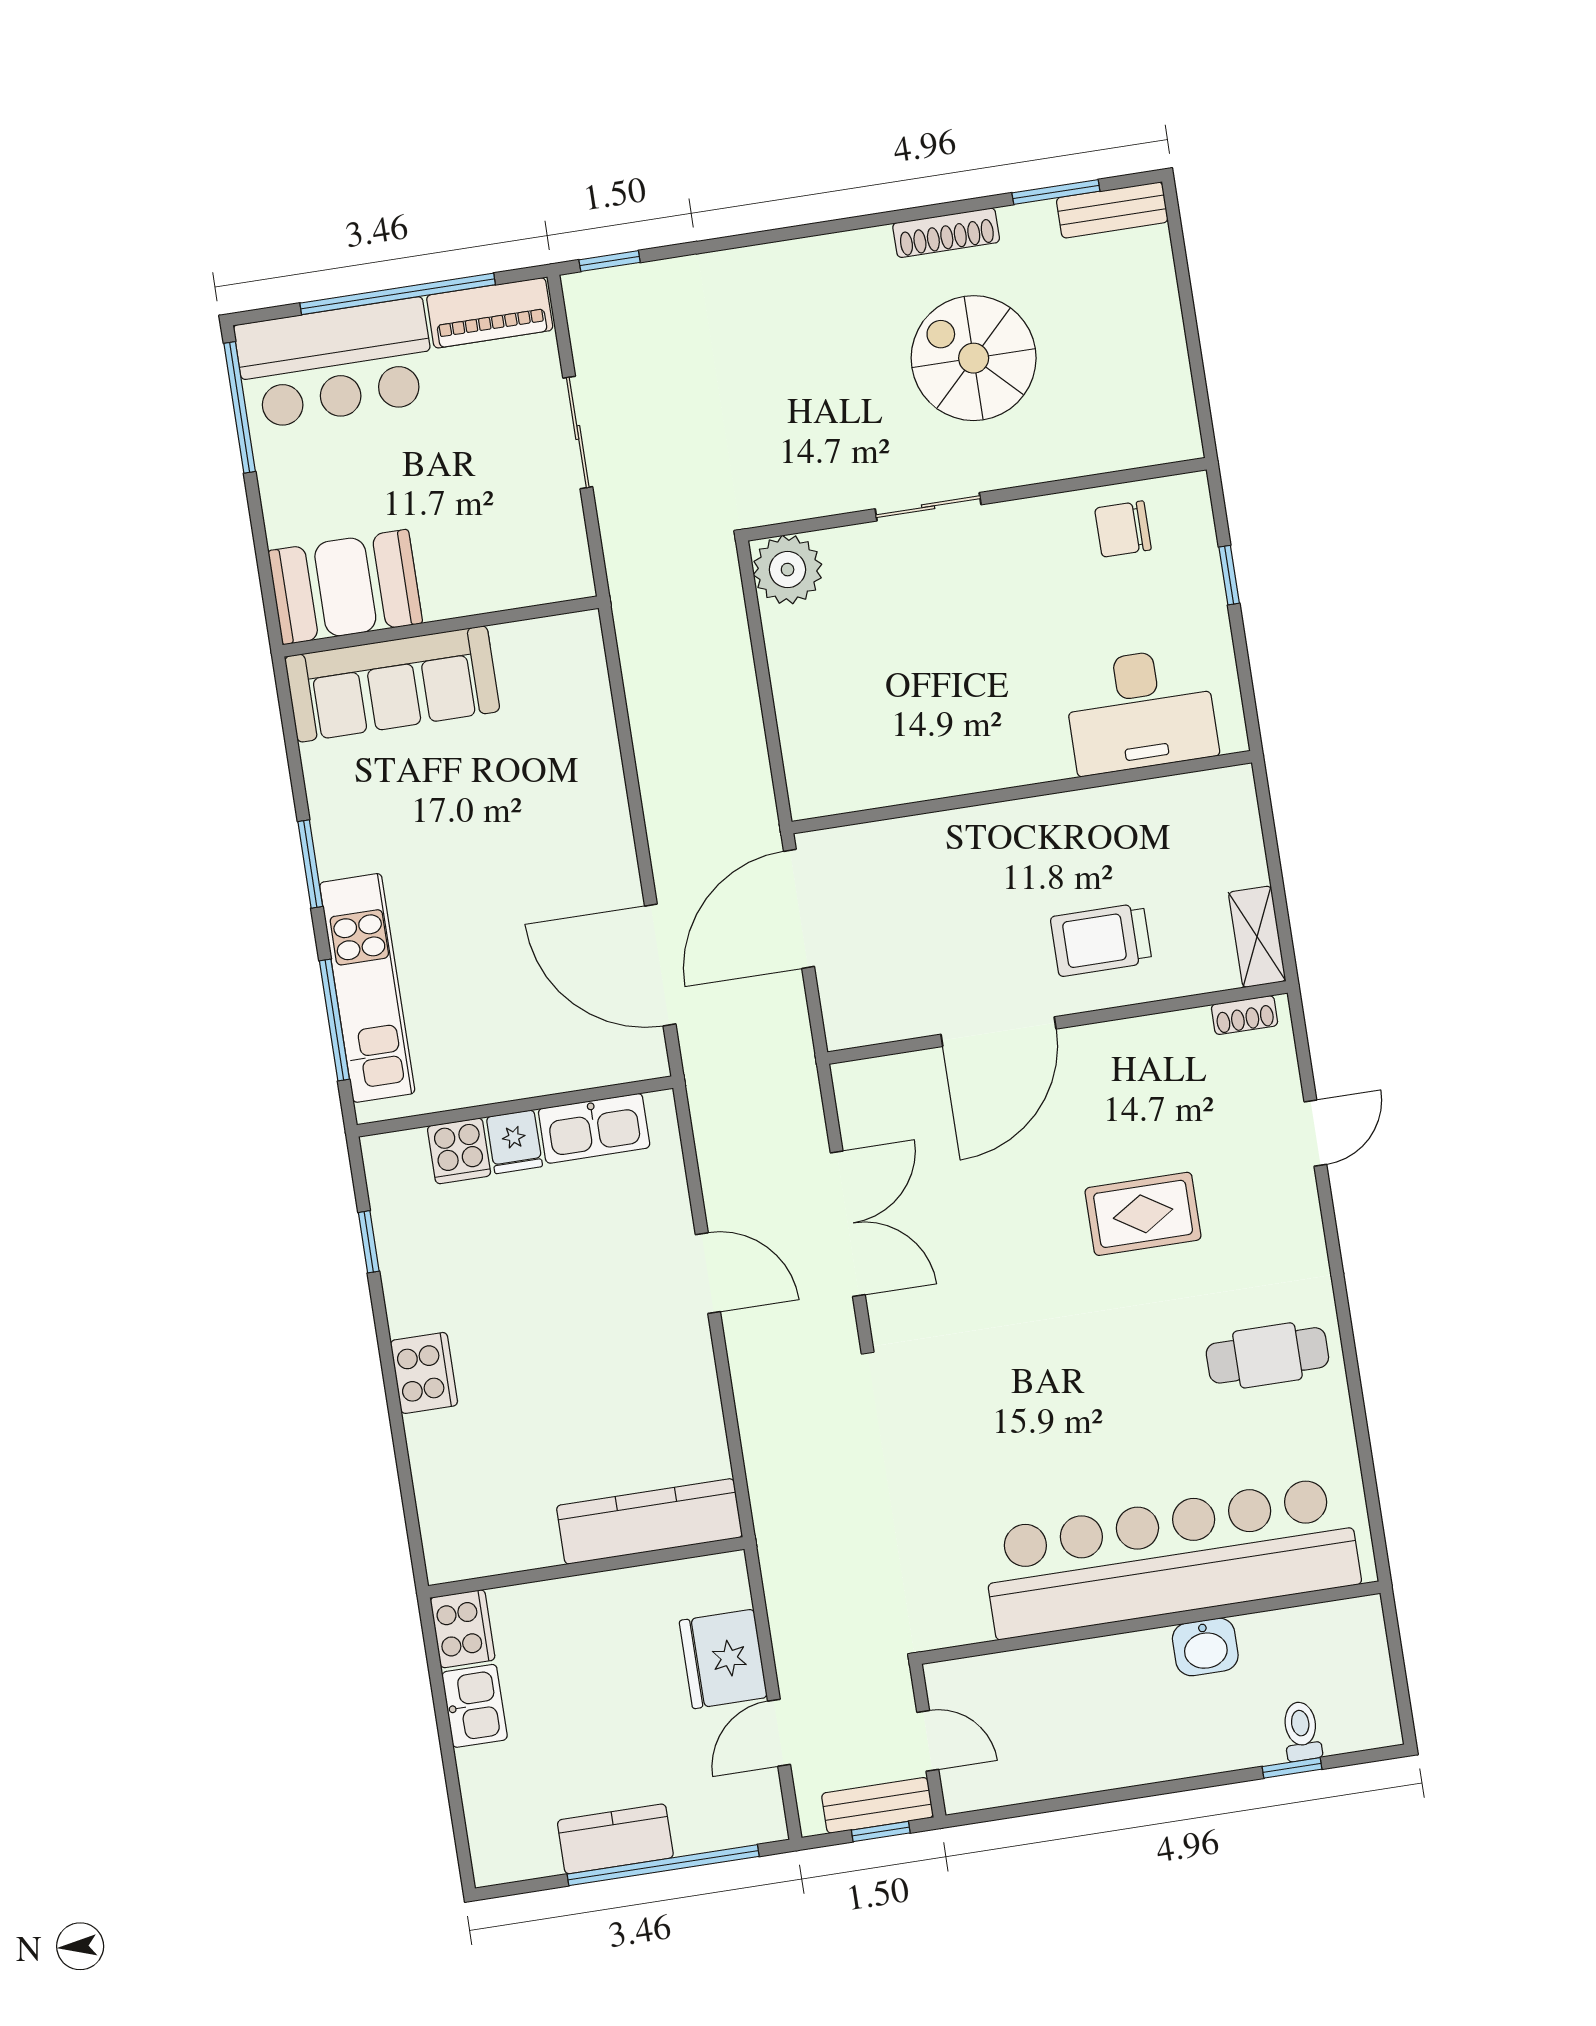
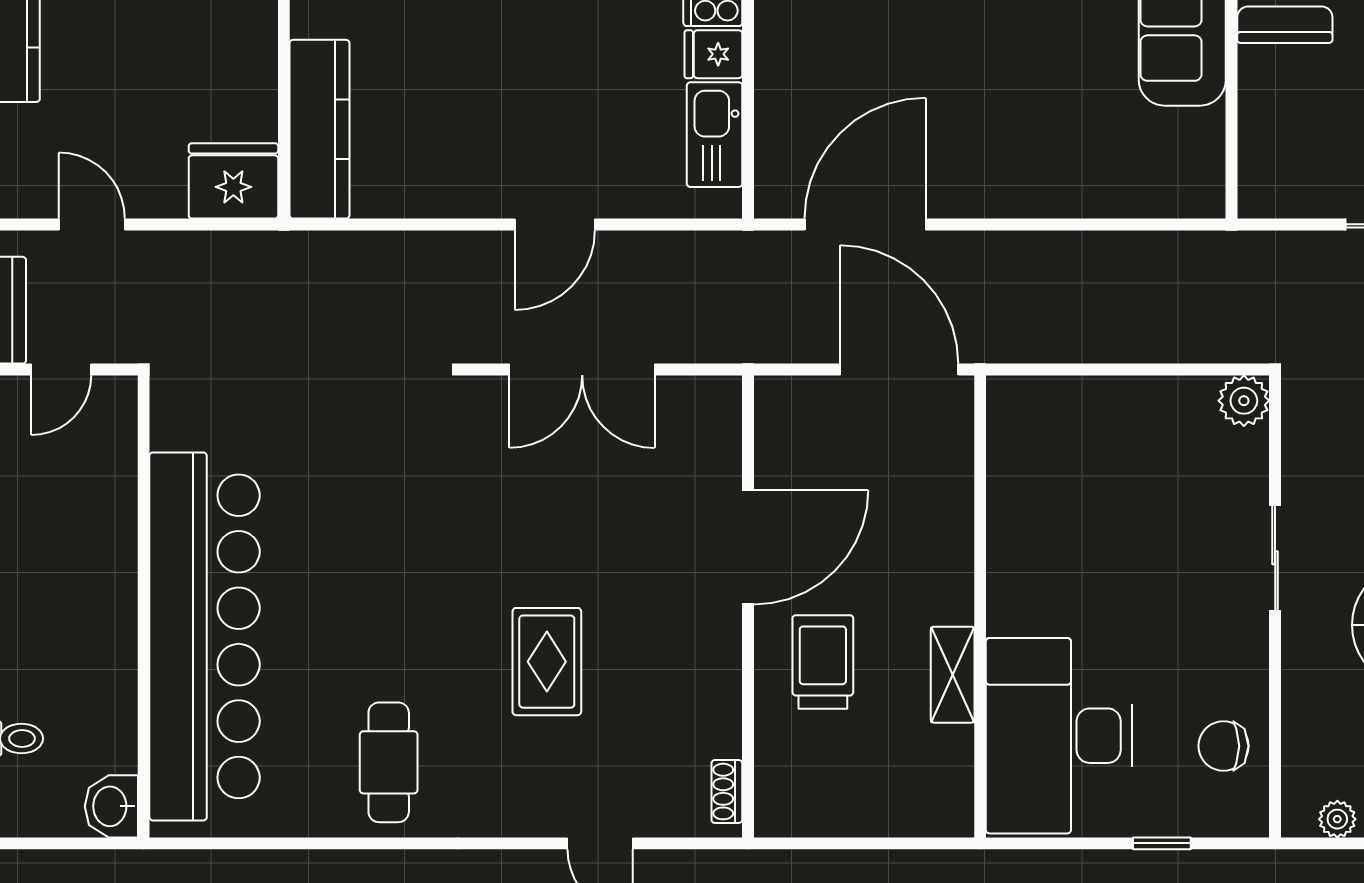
plant: (1178, 405) -> (1337, 819), added
chair: (1123, 529) -> (1223, 746), turned -90
plant: (788, 570) -> (1244, 401), width x0.73, depth x0.73
desk: (1141, 711) -> (1059, 736), width x1.36, depth x1.30
shelving: (1257, 937) -> (953, 675), moved, turned 90
door: (999, 1032) -> (748, 547), swing flipped
washbasin: (1205, 1647) -> (111, 806), moved
fridge: (723, 1659) -> (233, 181), moved

